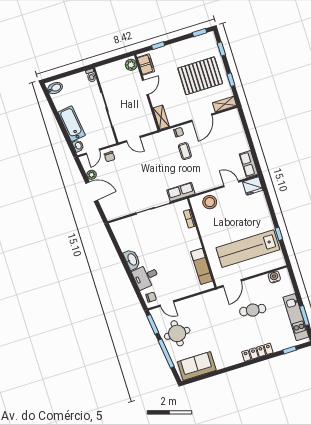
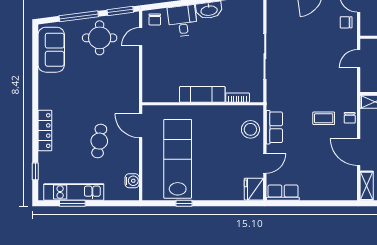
row of seats: (181, 192) -> (274, 127), moved
exam couch: (202, 266) -> (202, 94), moved

